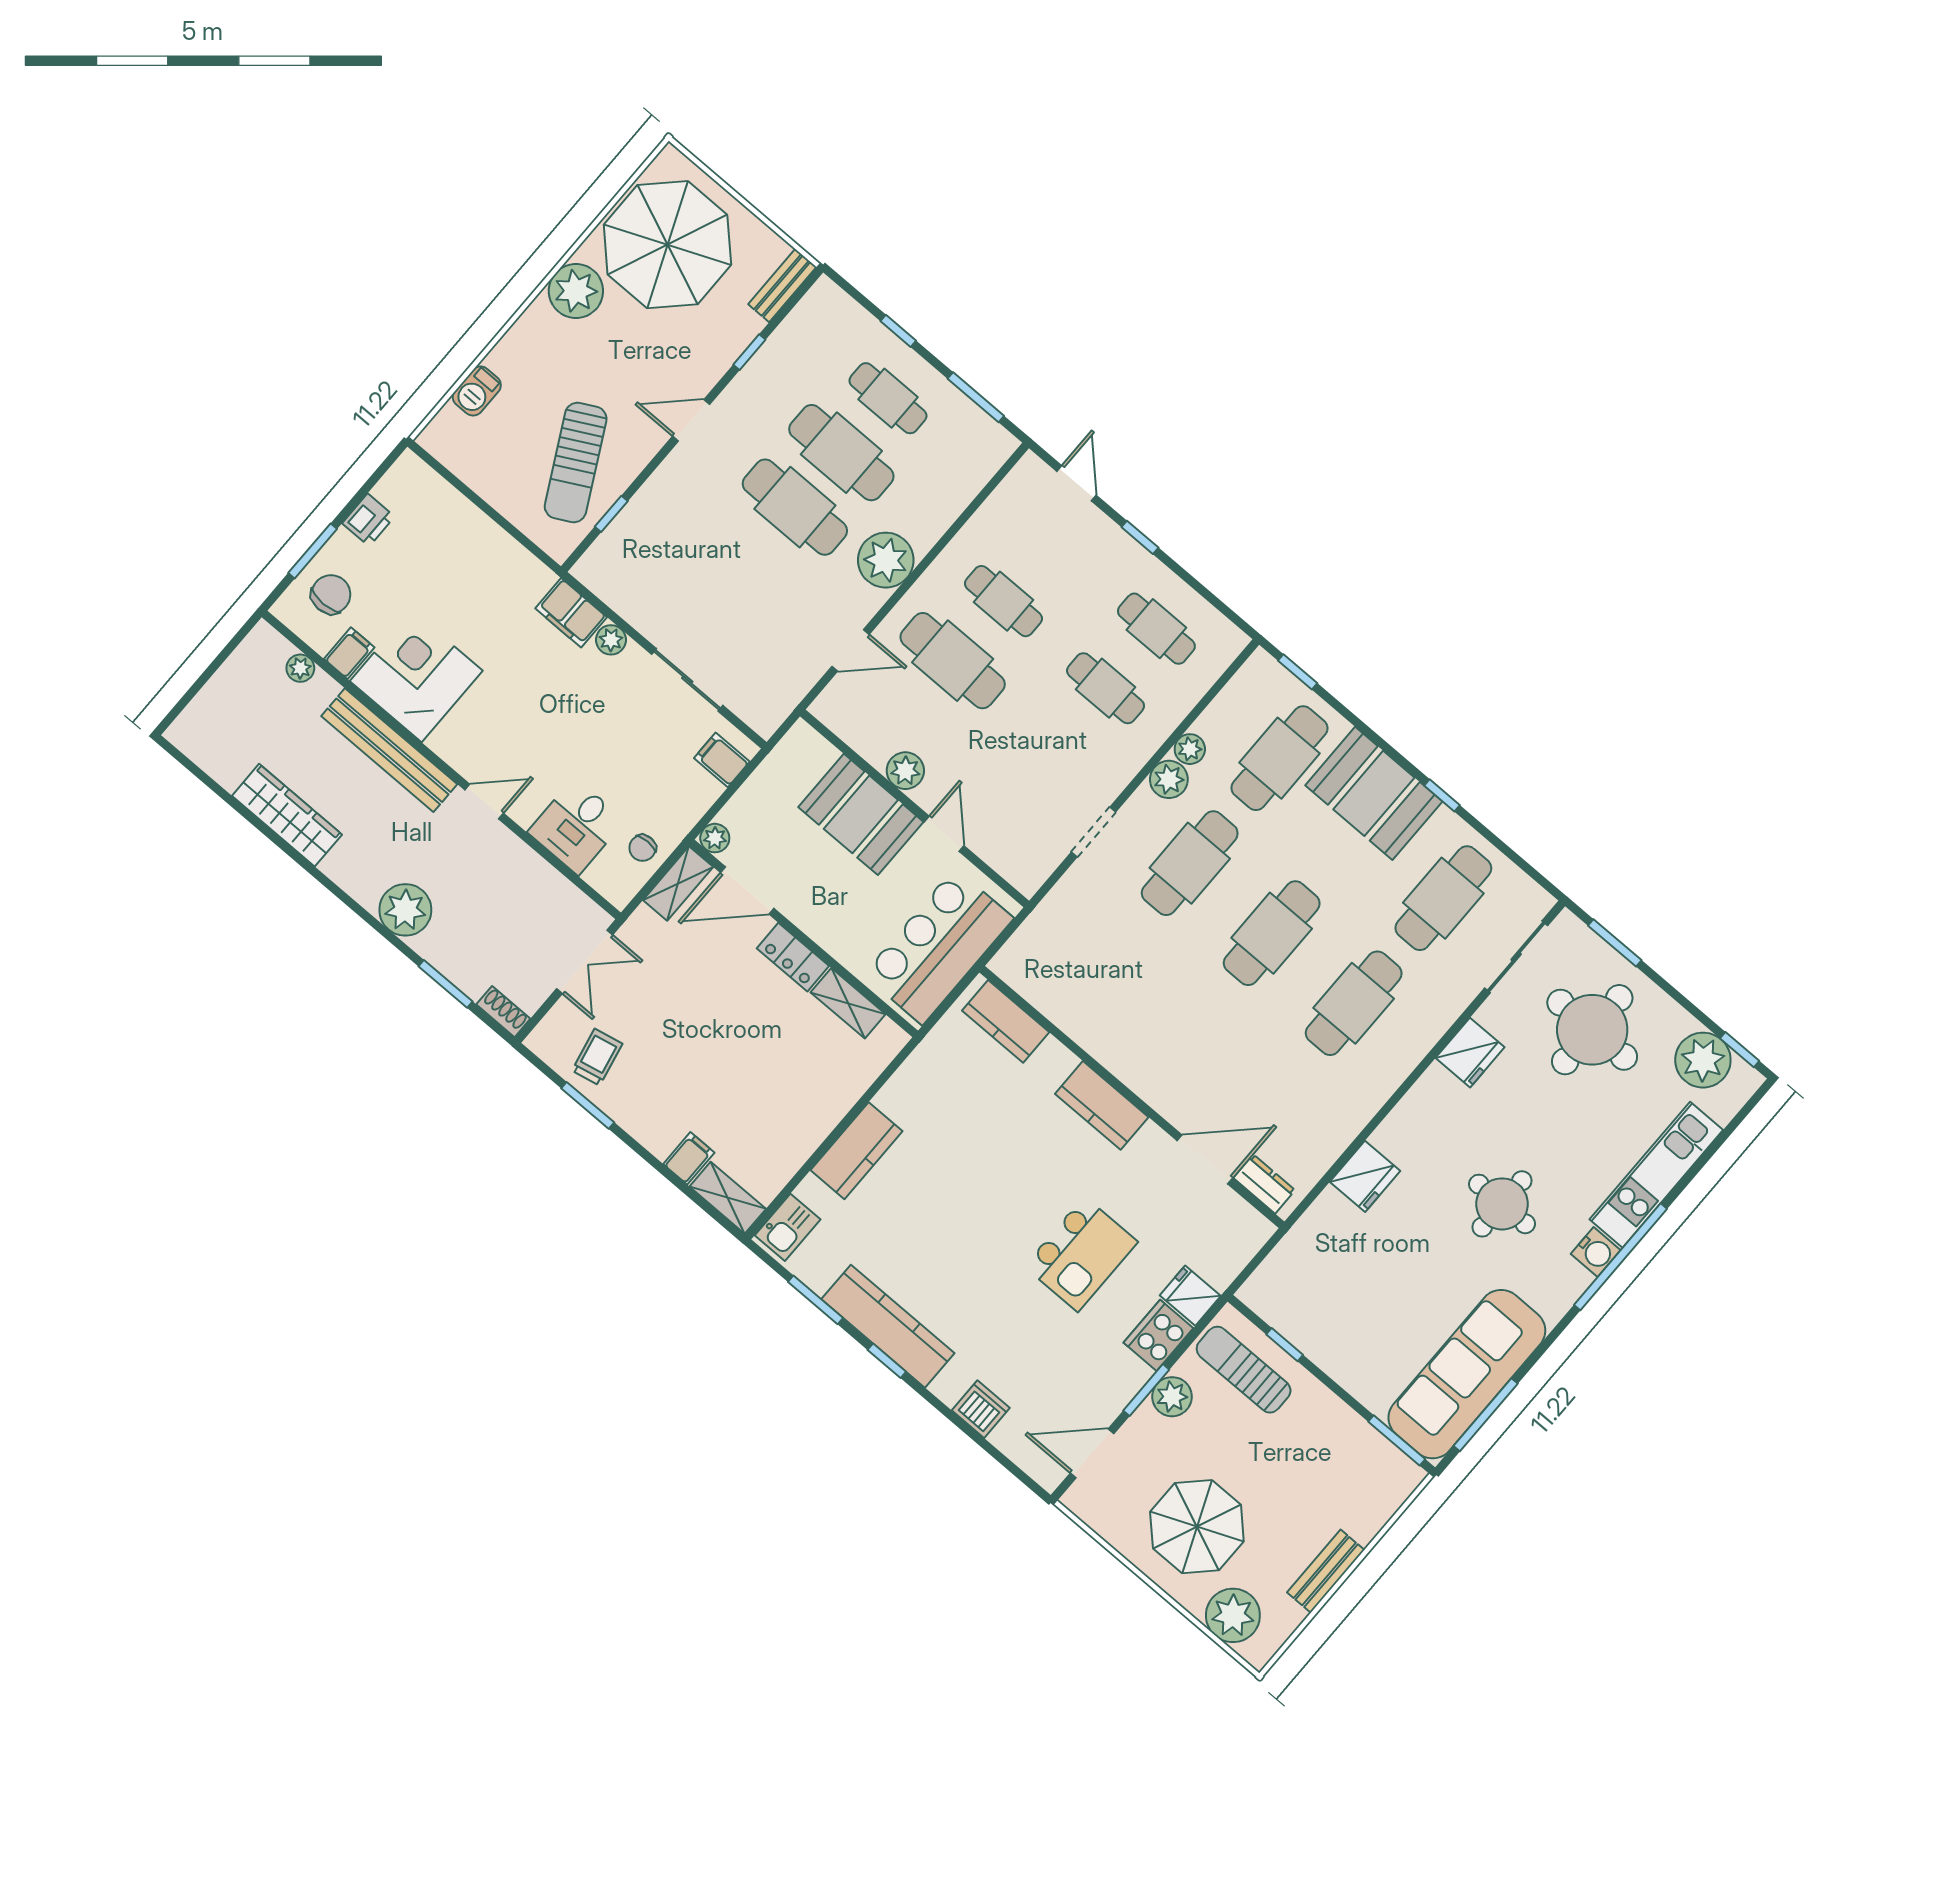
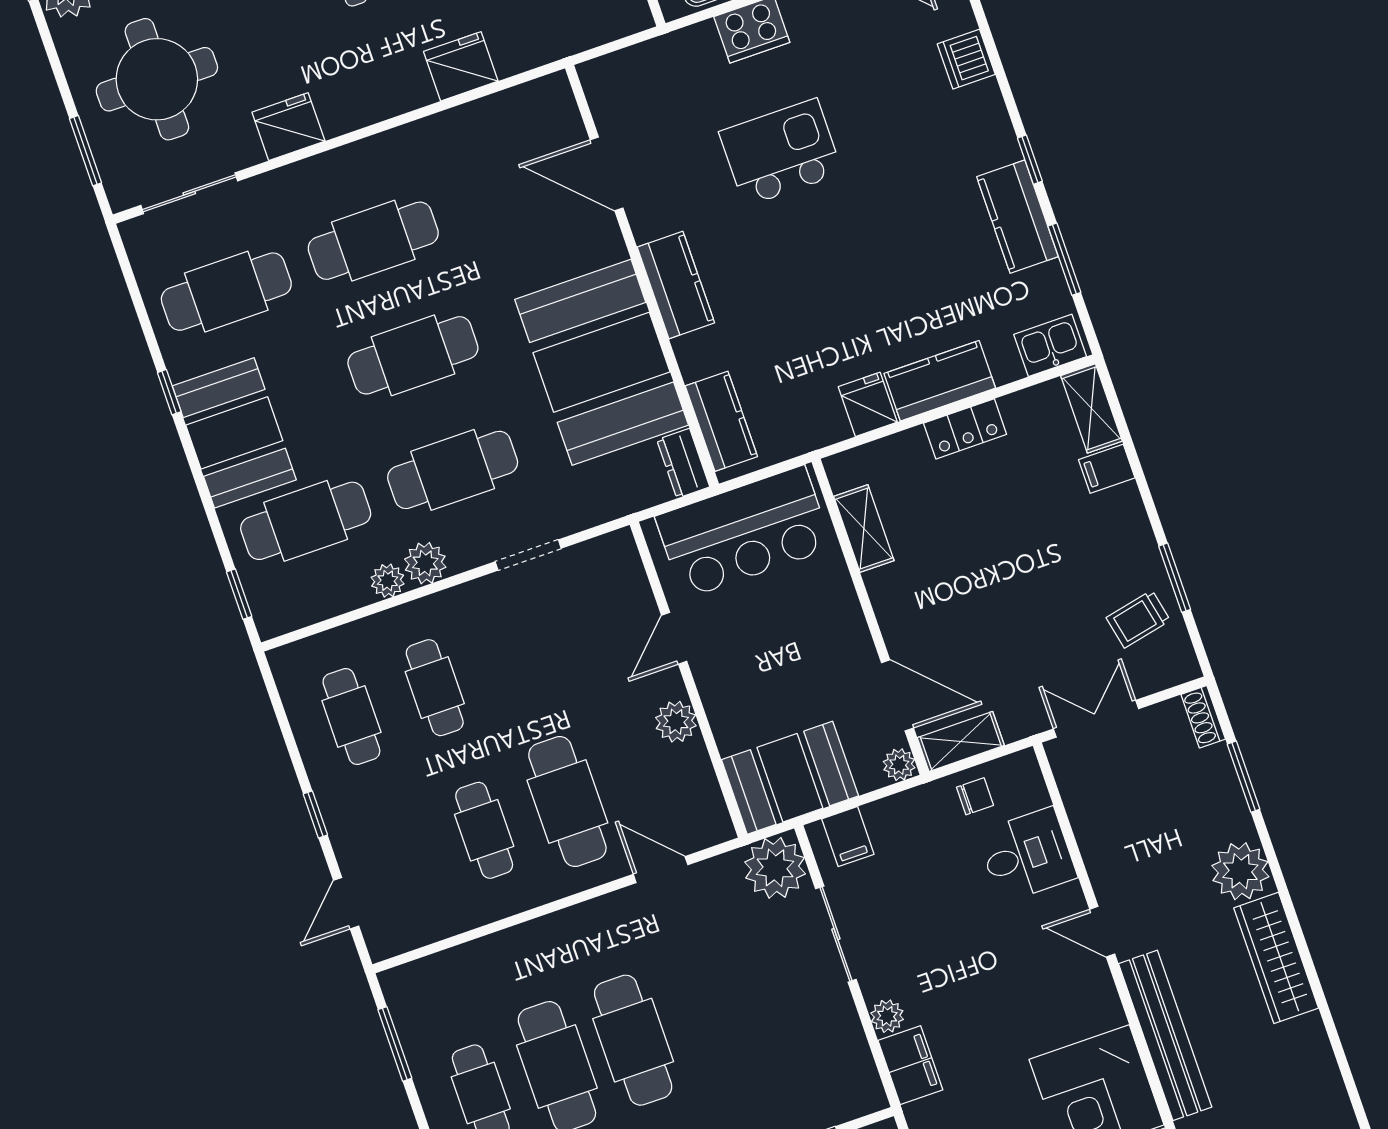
plant: (886, 560) -> (775, 868), moved
booth: (861, 814) -> (790, 778), moved, turned 90
wardrobe: (287, 815) -> (1276, 958), moved
locker: (793, 957) -> (965, 429), moved, turned 90
booth: (1124, 1013) -> (602, 362), added
dresser: (1264, 1184) -> (683, 463), moved
fridge: (1190, 1296) -> (868, 404), moved, turned 180
kitchen counter: (888, 1326) -> (1018, 217), width x0.67

